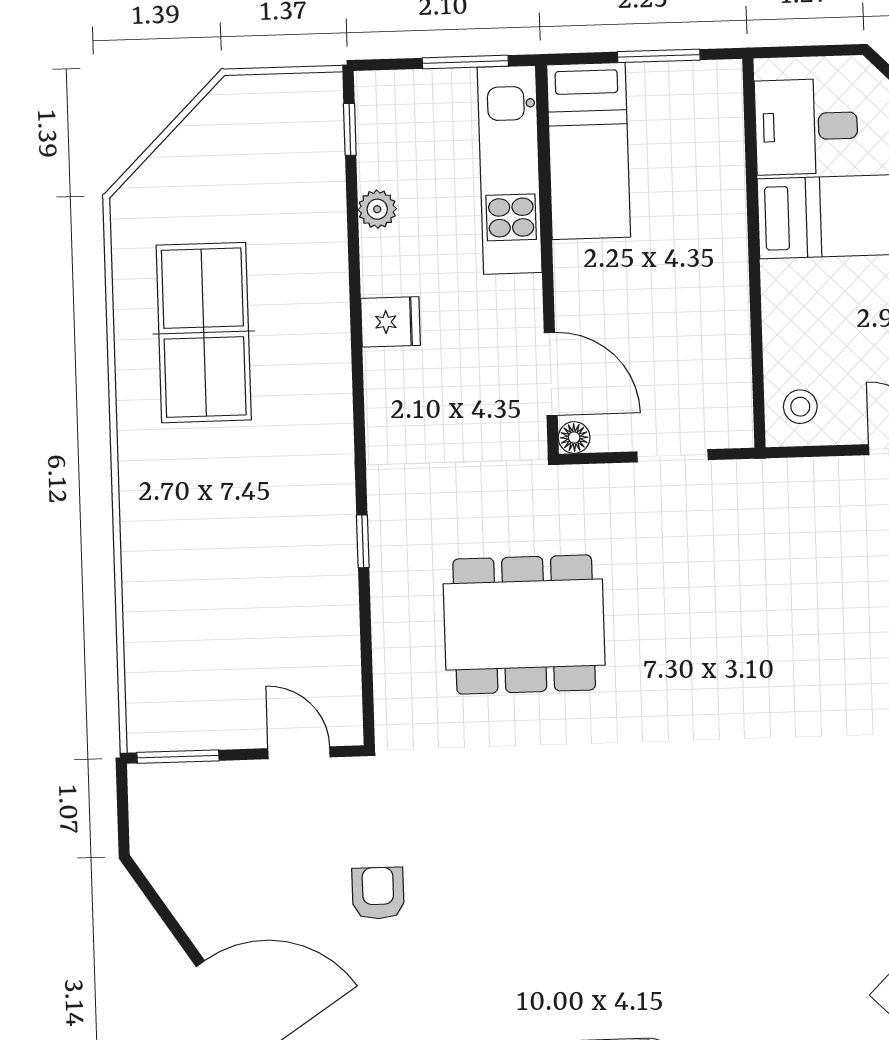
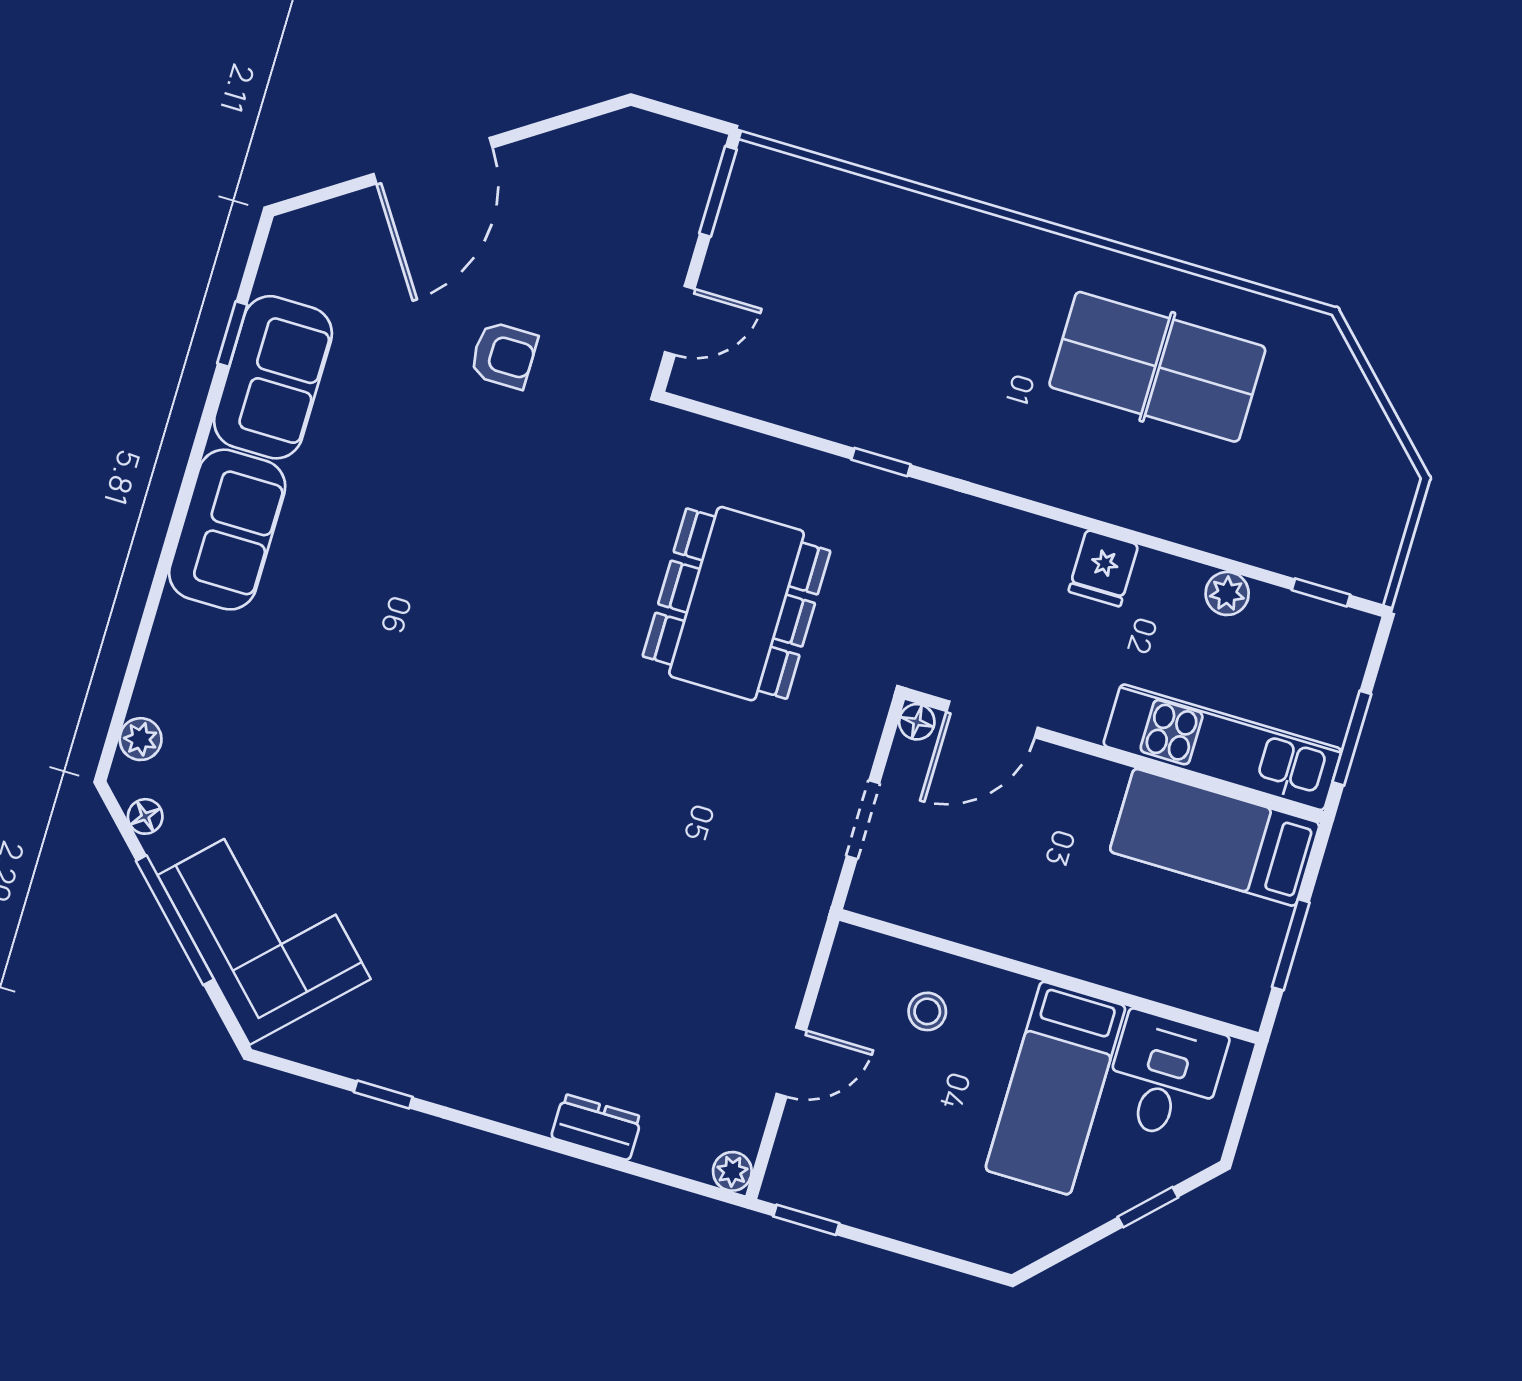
stool: (800, 407) -> (927, 1011), moved

